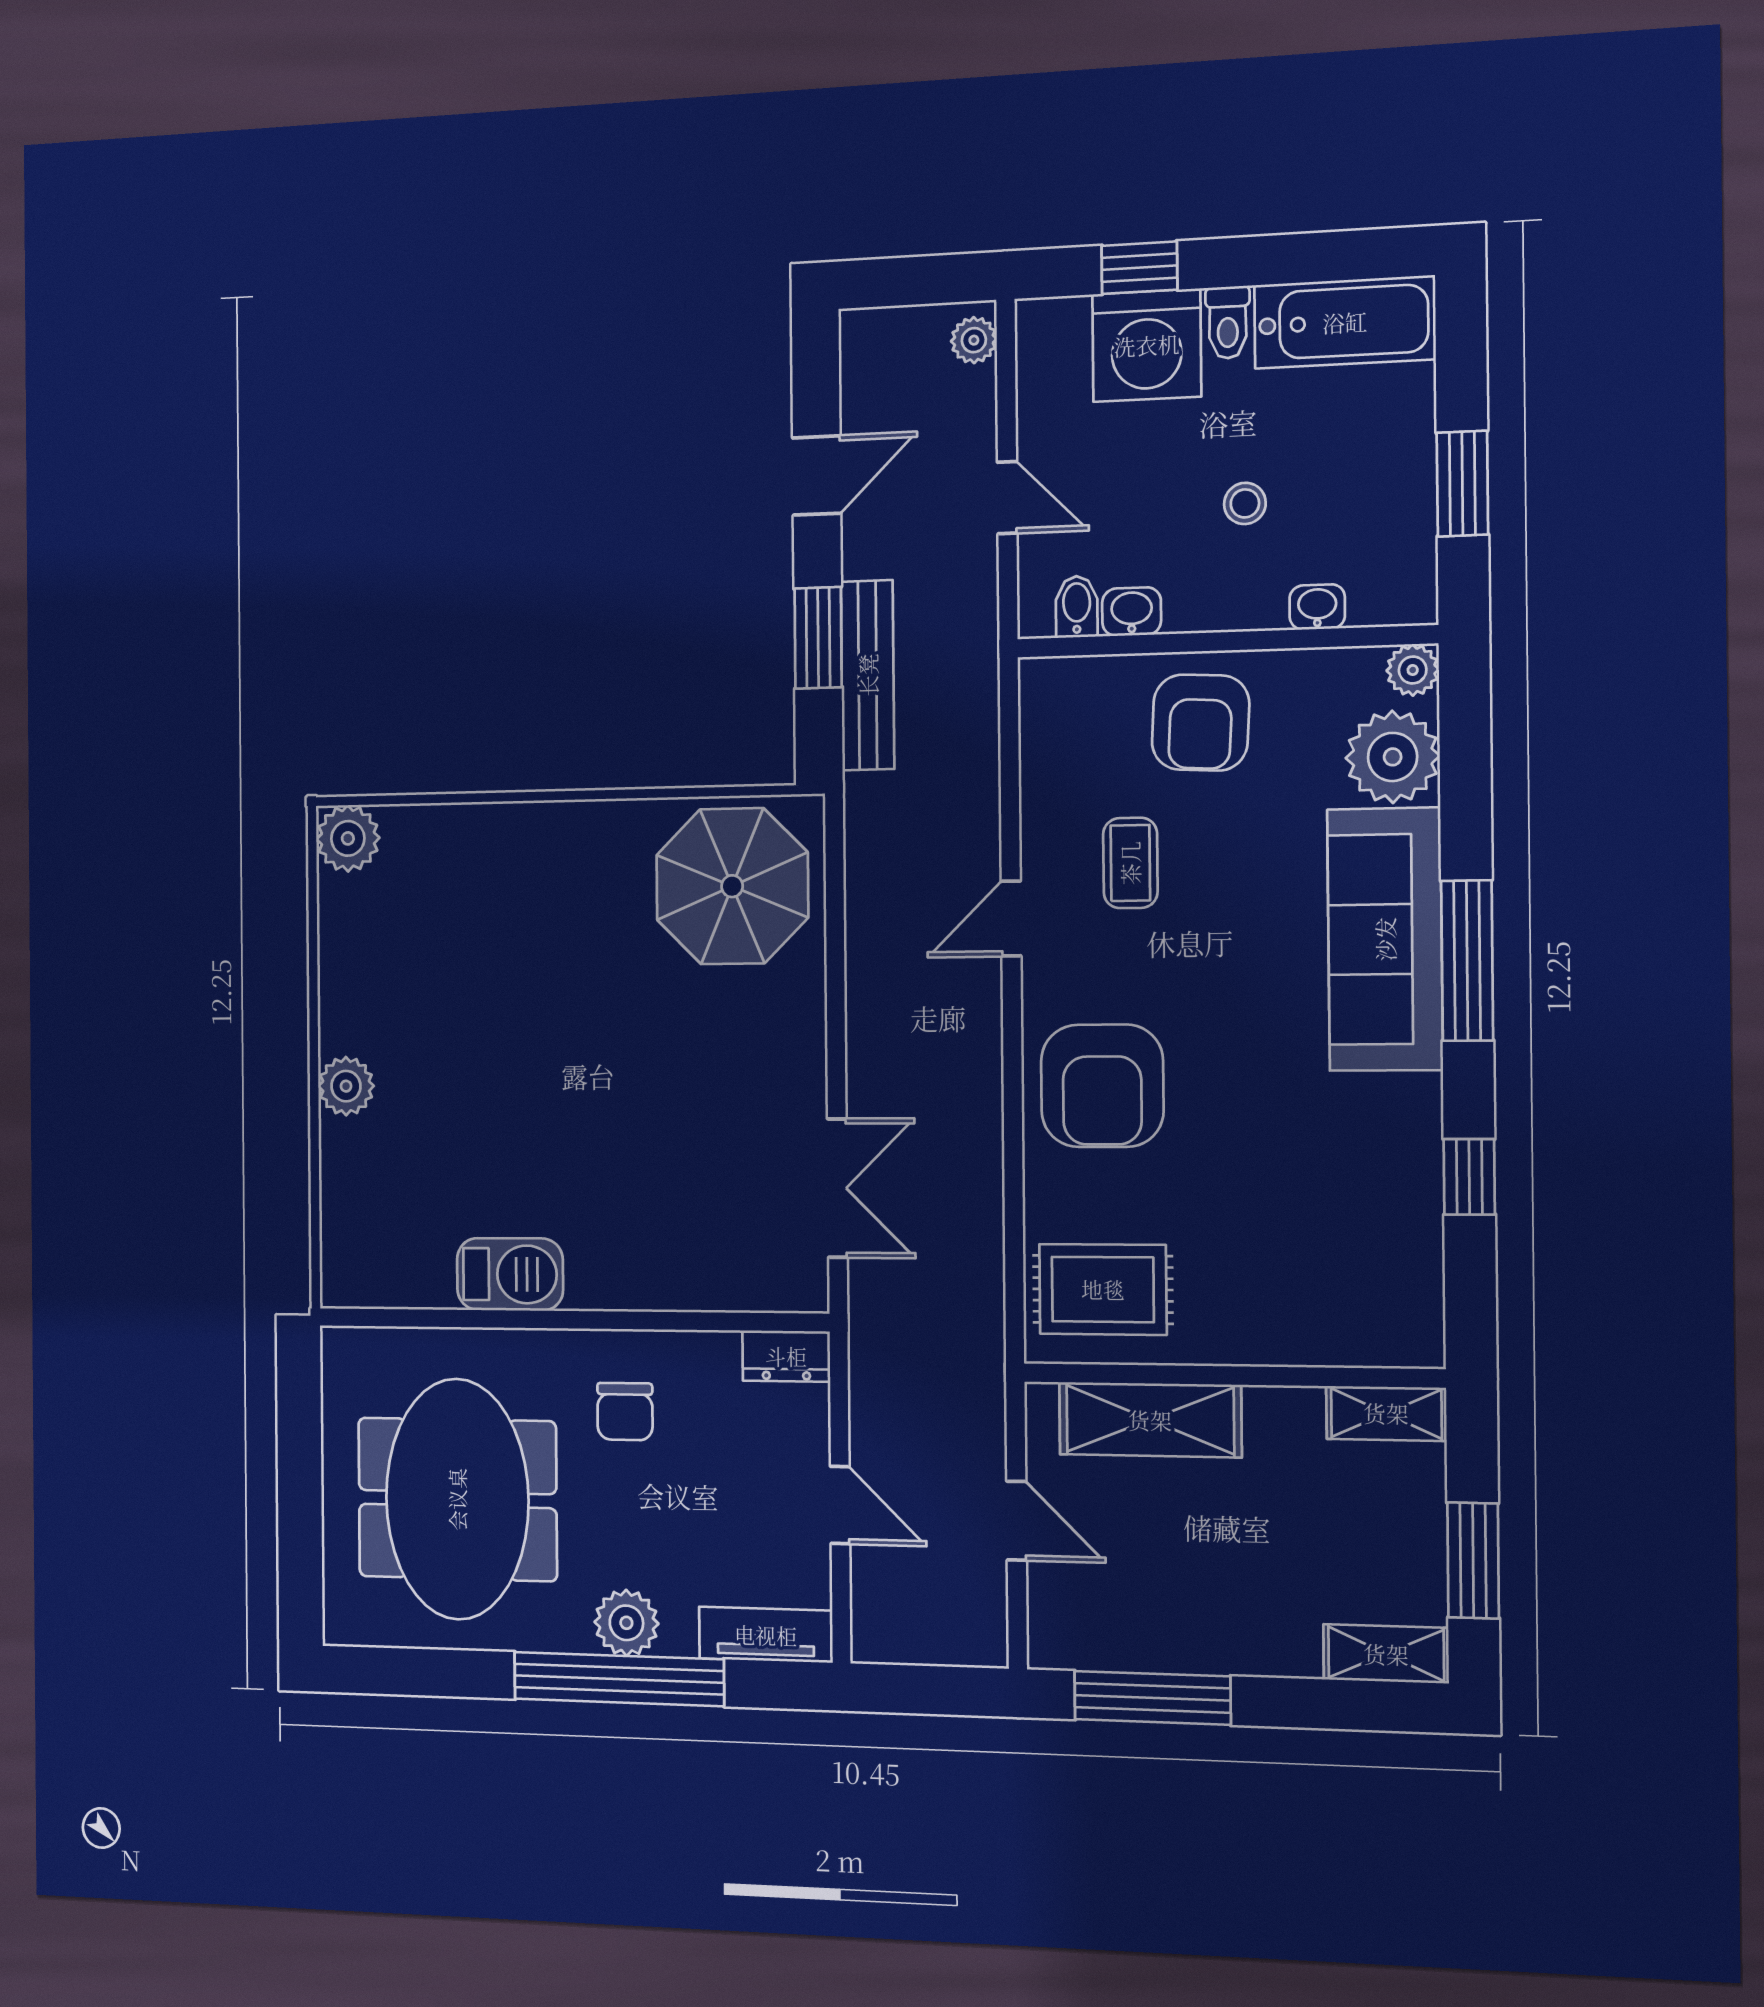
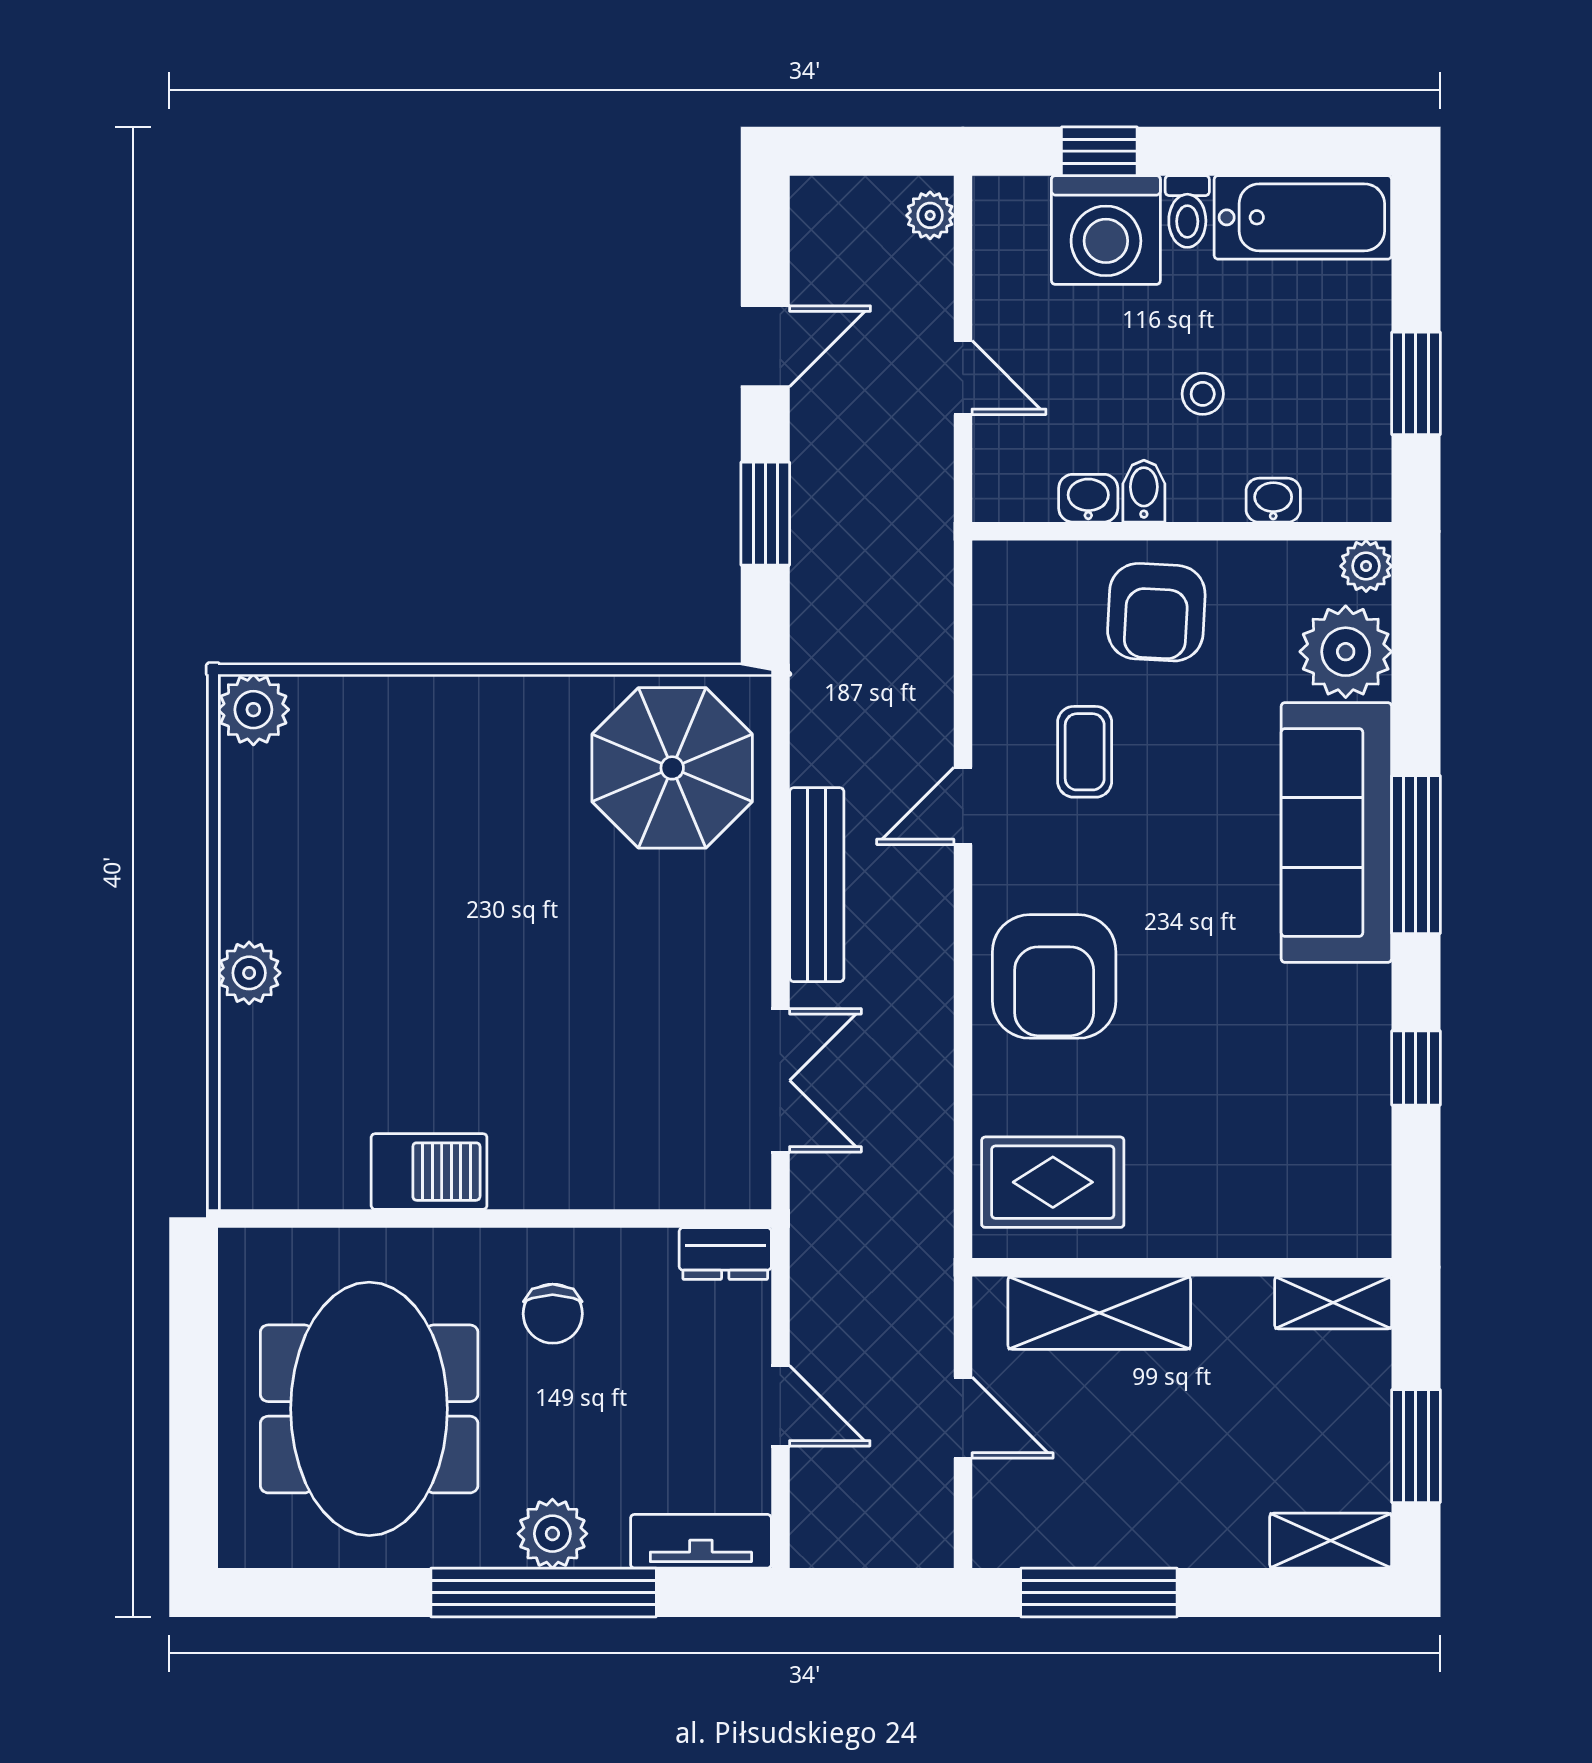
bidet: (1077, 607) -> (1144, 491), moved
bench: (868, 675) -> (817, 885), moved

